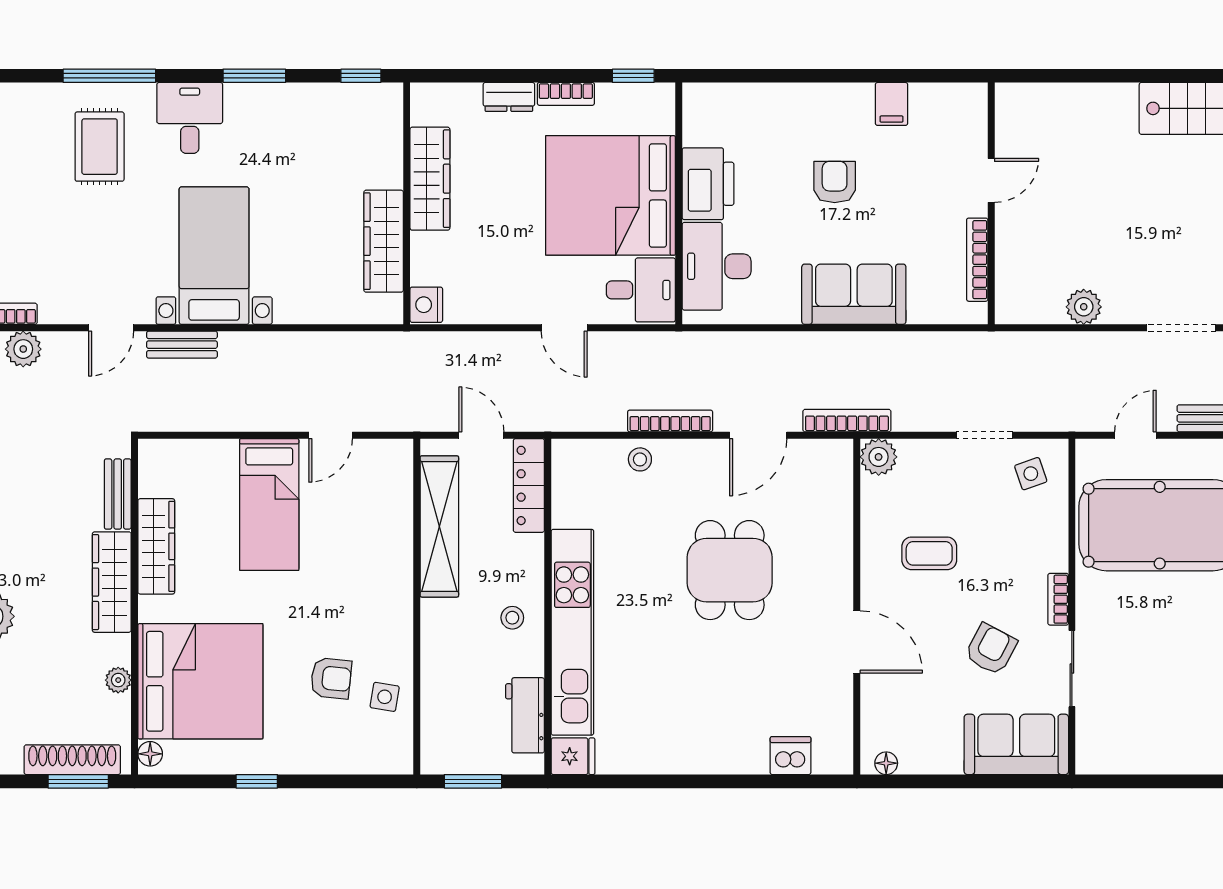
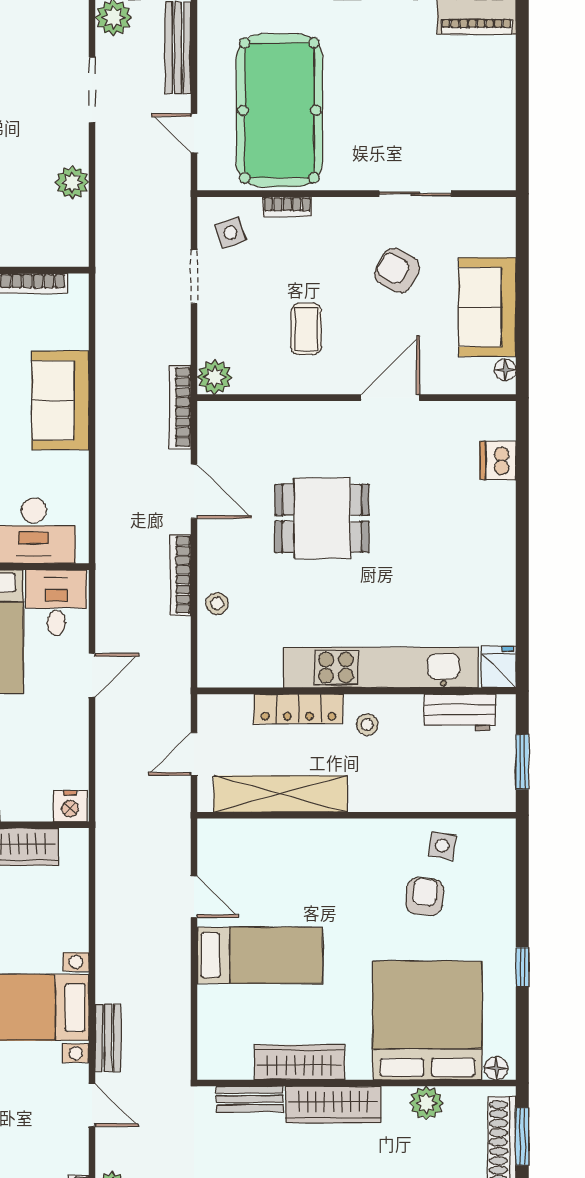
locker: (529, 485) -> (298, 709), moved
bookcase: (1058, 599) -> (287, 207), moved
plant: (118, 680) -> (426, 1103), width x1.38, depth x1.38
sofa: (1016, 744) -> (487, 307), moved

